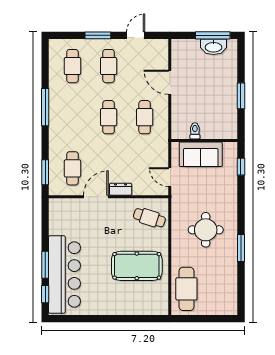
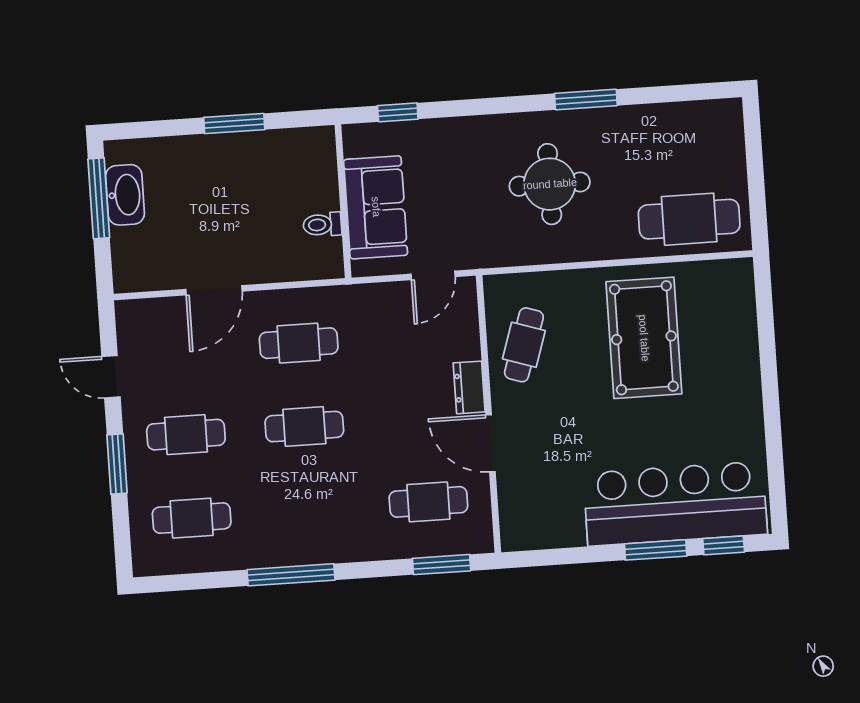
cafe table: (149, 218) -> (524, 345), moved

